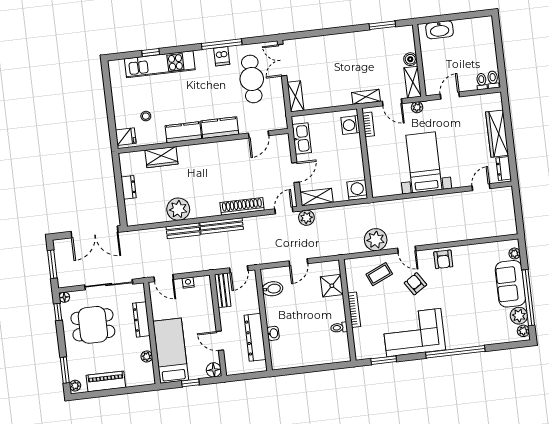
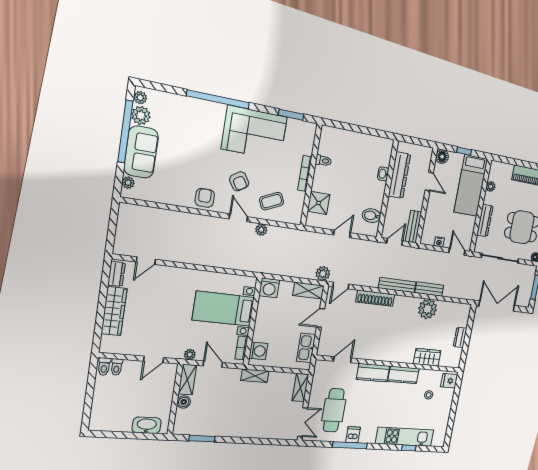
shelving: (366, 97) -> (255, 376), moved
bed with nightstands: (424, 162) -> (223, 309), moved, turned 90
plant: (376, 240) -> (261, 230), width x0.53, depth x0.53

